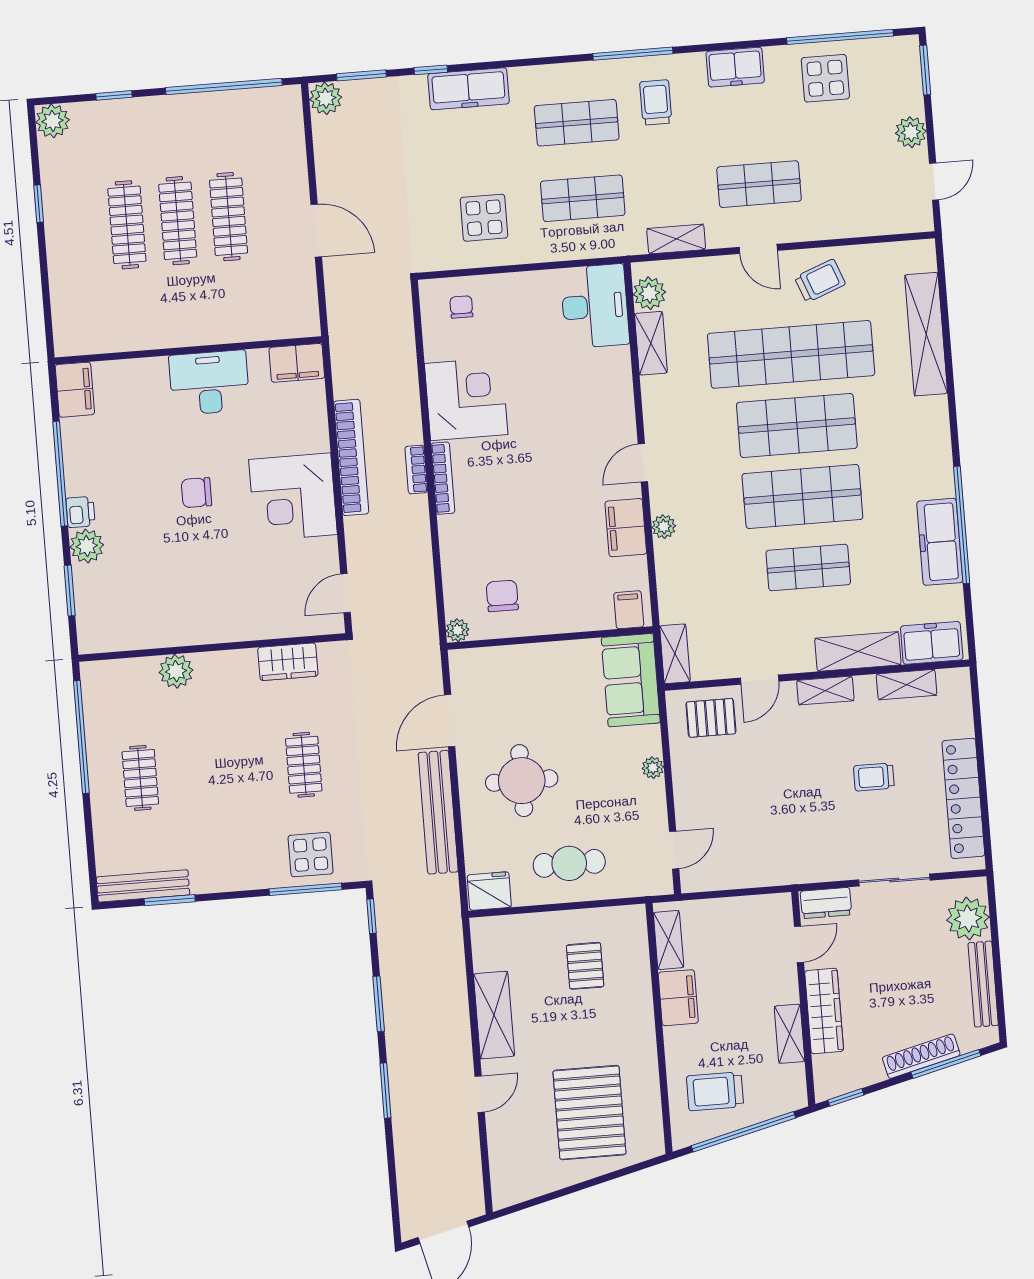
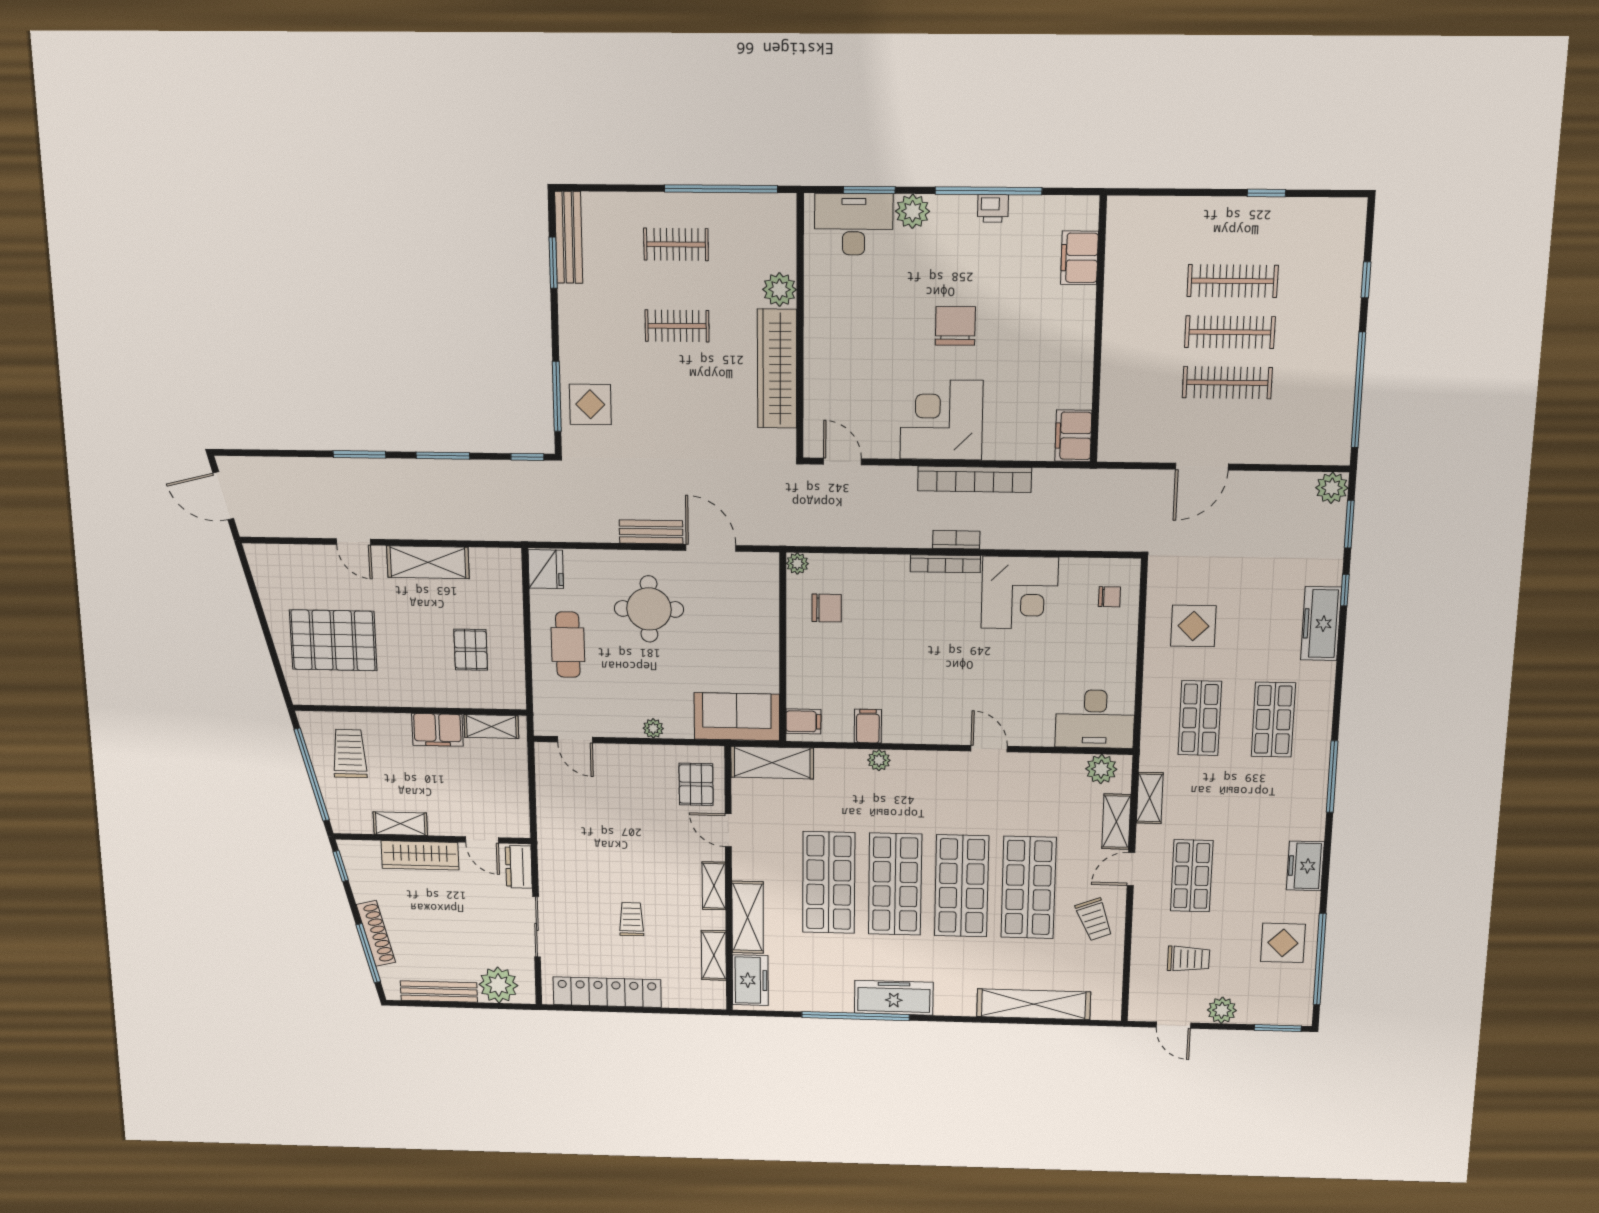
trolley: (656, 102) -> (1188, 959), moved
plant: (53, 121) -> (1349, 215), removed
shelving: (651, 343) -> (1116, 822), moved, turned 90
shop shelf: (791, 354) -> (1028, 888), width x0.71
desk: (209, 383) -> (854, 224), moved, turned -90
filing cabinet: (75, 390) -> (1079, 258), moved, turned 90
door: (643, 463) -> (989, 749), moved
chair: (196, 493) -> (955, 326), width x1.37, depth x1.37
printer: (81, 512) -> (993, 208), moved
filing cabinet: (626, 528) -> (868, 726), width x0.50
freezer: (940, 542) -> (894, 998), moved
shop shelf: (808, 568) -> (829, 883), width x1.43, depth x1.36
shelving: (675, 654) -> (772, 763), width x1.50, depth x1.33
wardrobe: (288, 662) -> (777, 369), width x2.10, depth x1.17
clothes rail: (304, 765) -> (677, 326), moved
bench: (438, 812) -> (651, 532), width x0.54, depth x0.82
pallet: (585, 966) -> (471, 650), turned 90

